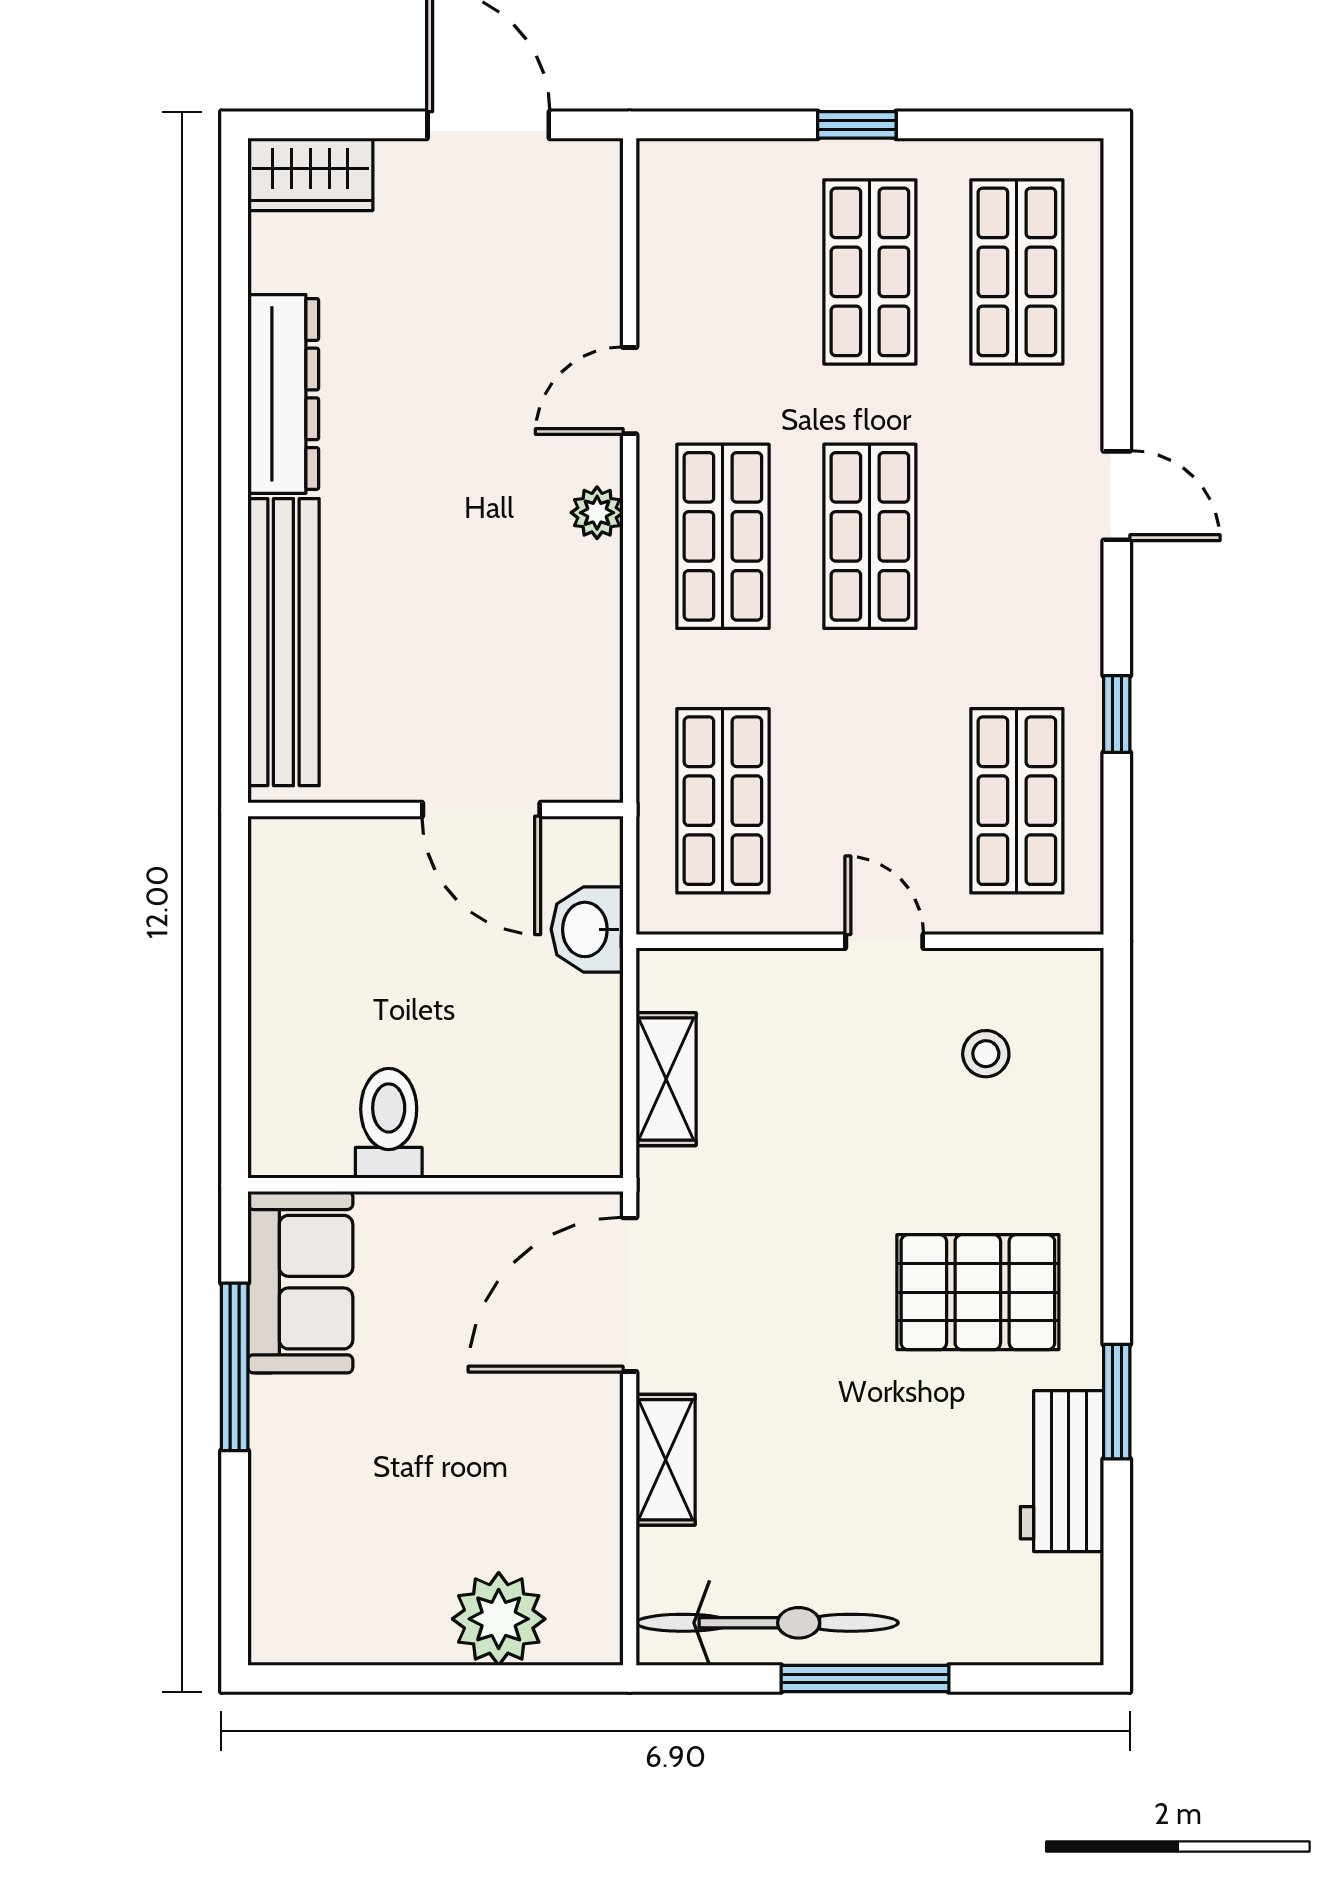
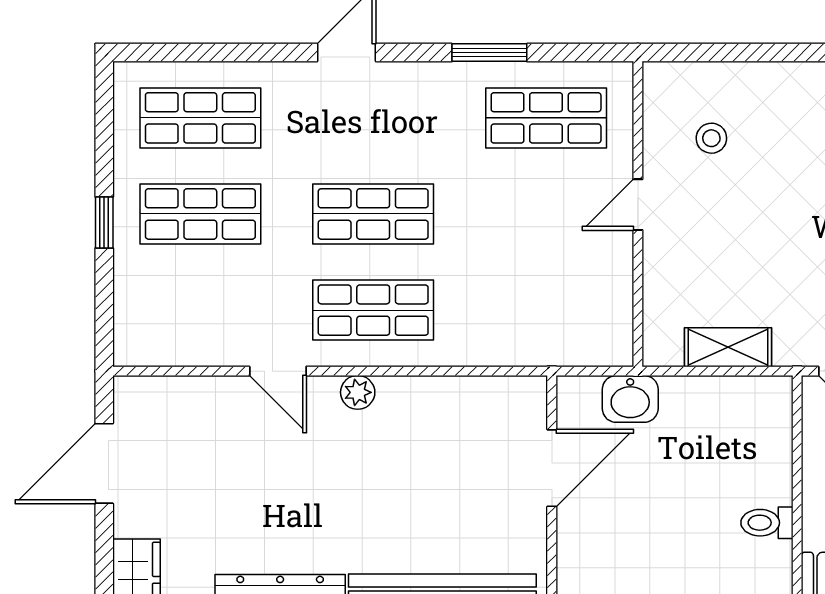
window: (1117, 714) -> (489, 53), width x1.50
shop shelf: (723, 801) -> (546, 310), removed
toilet: (389, 1123) -> (767, 523), width x0.73, depth x0.72

